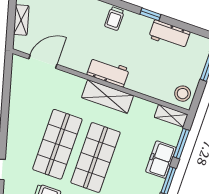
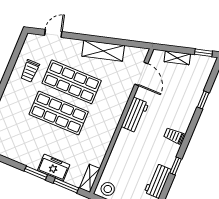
workbench: (108, 72) -> (135, 115), moved
shelving: (108, 97) -> (103, 51), moved, turned 75

